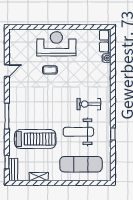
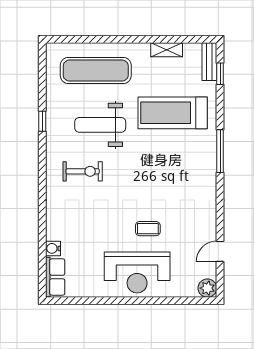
plant: (14, 34) -> (207, 288), added
door: (7, 71) -> (220, 251), moved
weight bench: (78, 132) -> (100, 125), turned 180

